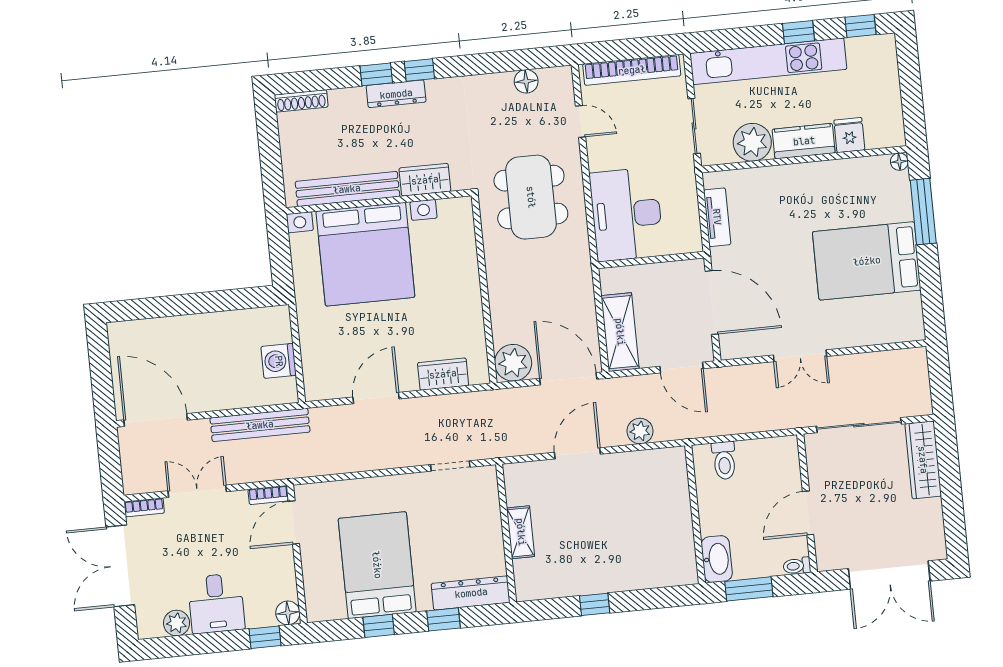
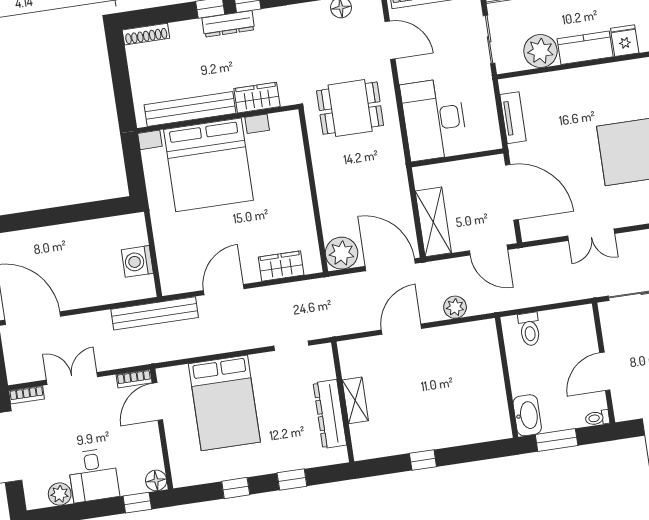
door: (580, 121) -> (390, 40), width x1.38
dining table: (531, 197) -> (350, 108), width x0.73
bench: (260, 425) -> (155, 313), moved
bed: (377, 565) -> (224, 403), moved, turned 180
dresser: (471, 593) -> (330, 414), moved, turned -90

